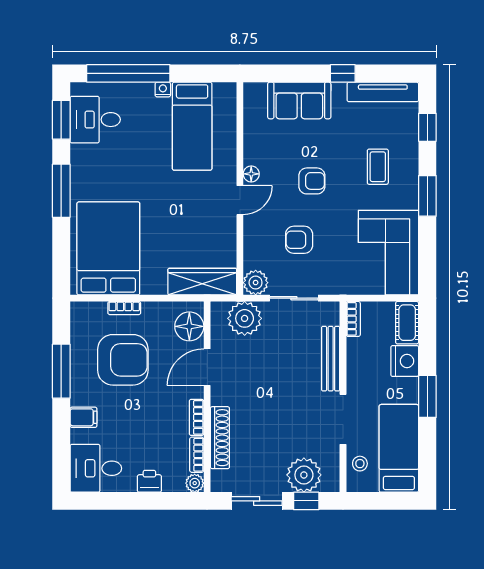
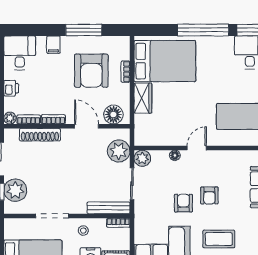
coffee table: (378, 167) -> (219, 239), width x1.36, depth x1.30
floor lamp: (251, 174) -> (175, 155), moved
window: (61, 191) -> (203, 30), width x1.46
door: (240, 200) -> (197, 148), swing flipped
armchair: (299, 240) -> (183, 203), moved
wardrobe: (202, 282) -> (143, 98), moved, width x0.67
bench: (331, 359) -> (108, 208), moved
stool: (360, 464) -> (83, 231), moved

